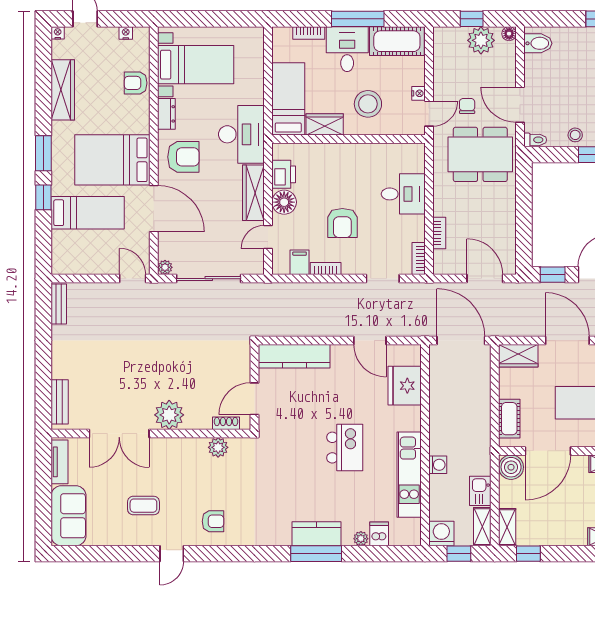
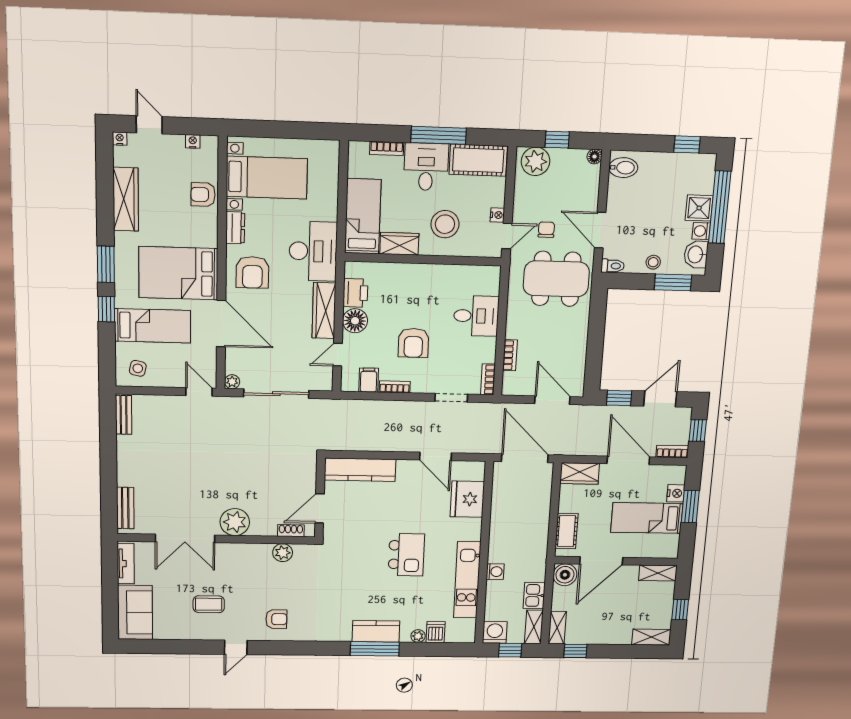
plant: (481, 40) -> (536, 161), moved
armchair: (183, 157) -> (252, 272), turned 90
side table: (73, 256) -> (138, 368), added

